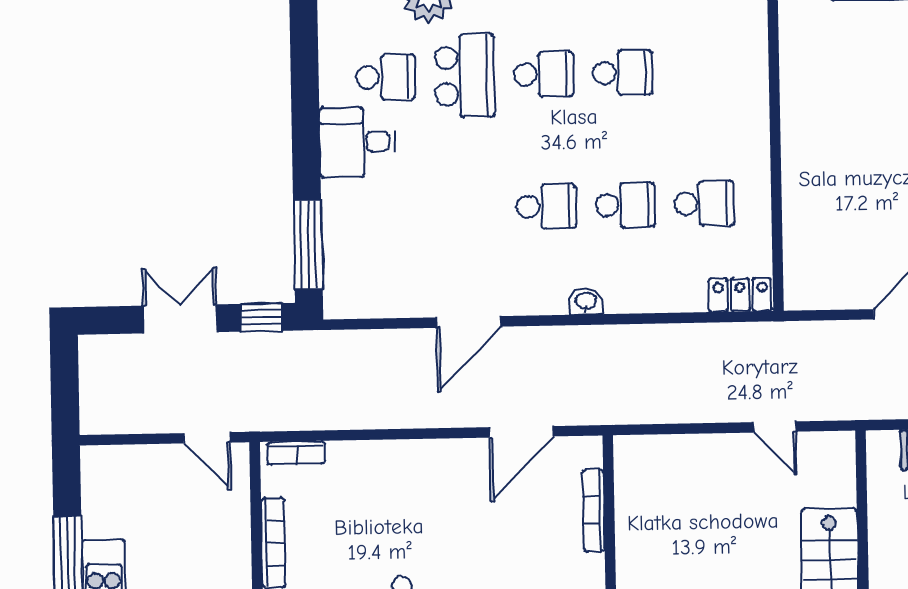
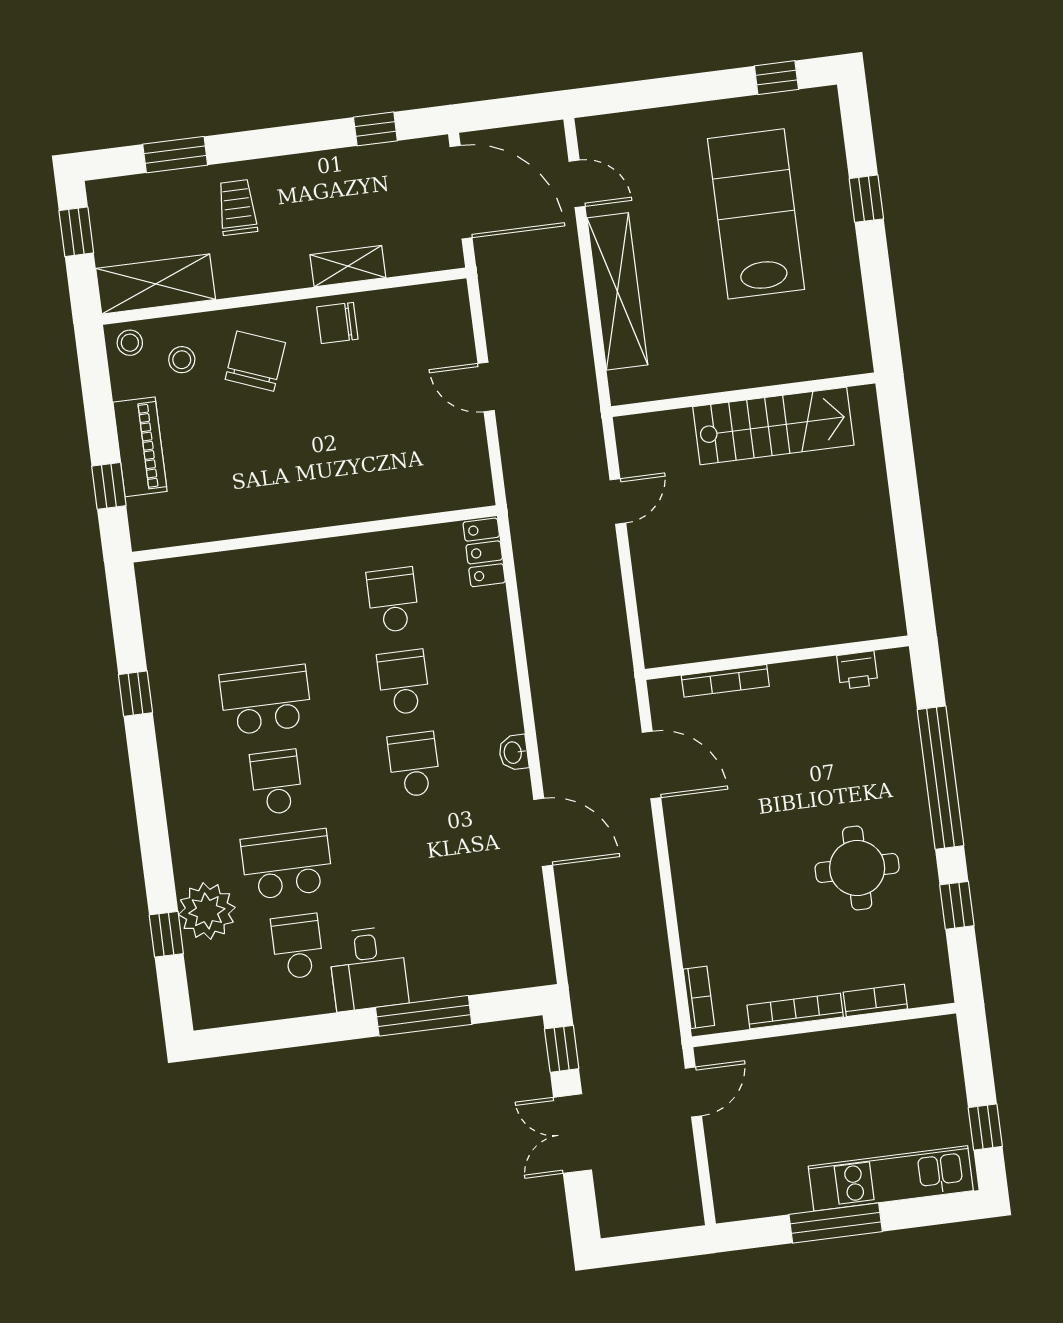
school desk: (623, 73) -> (266, 700), width x1.85
window: (308, 245) -> (424, 1016), moved
washbasin: (586, 301) -> (514, 752), moved

